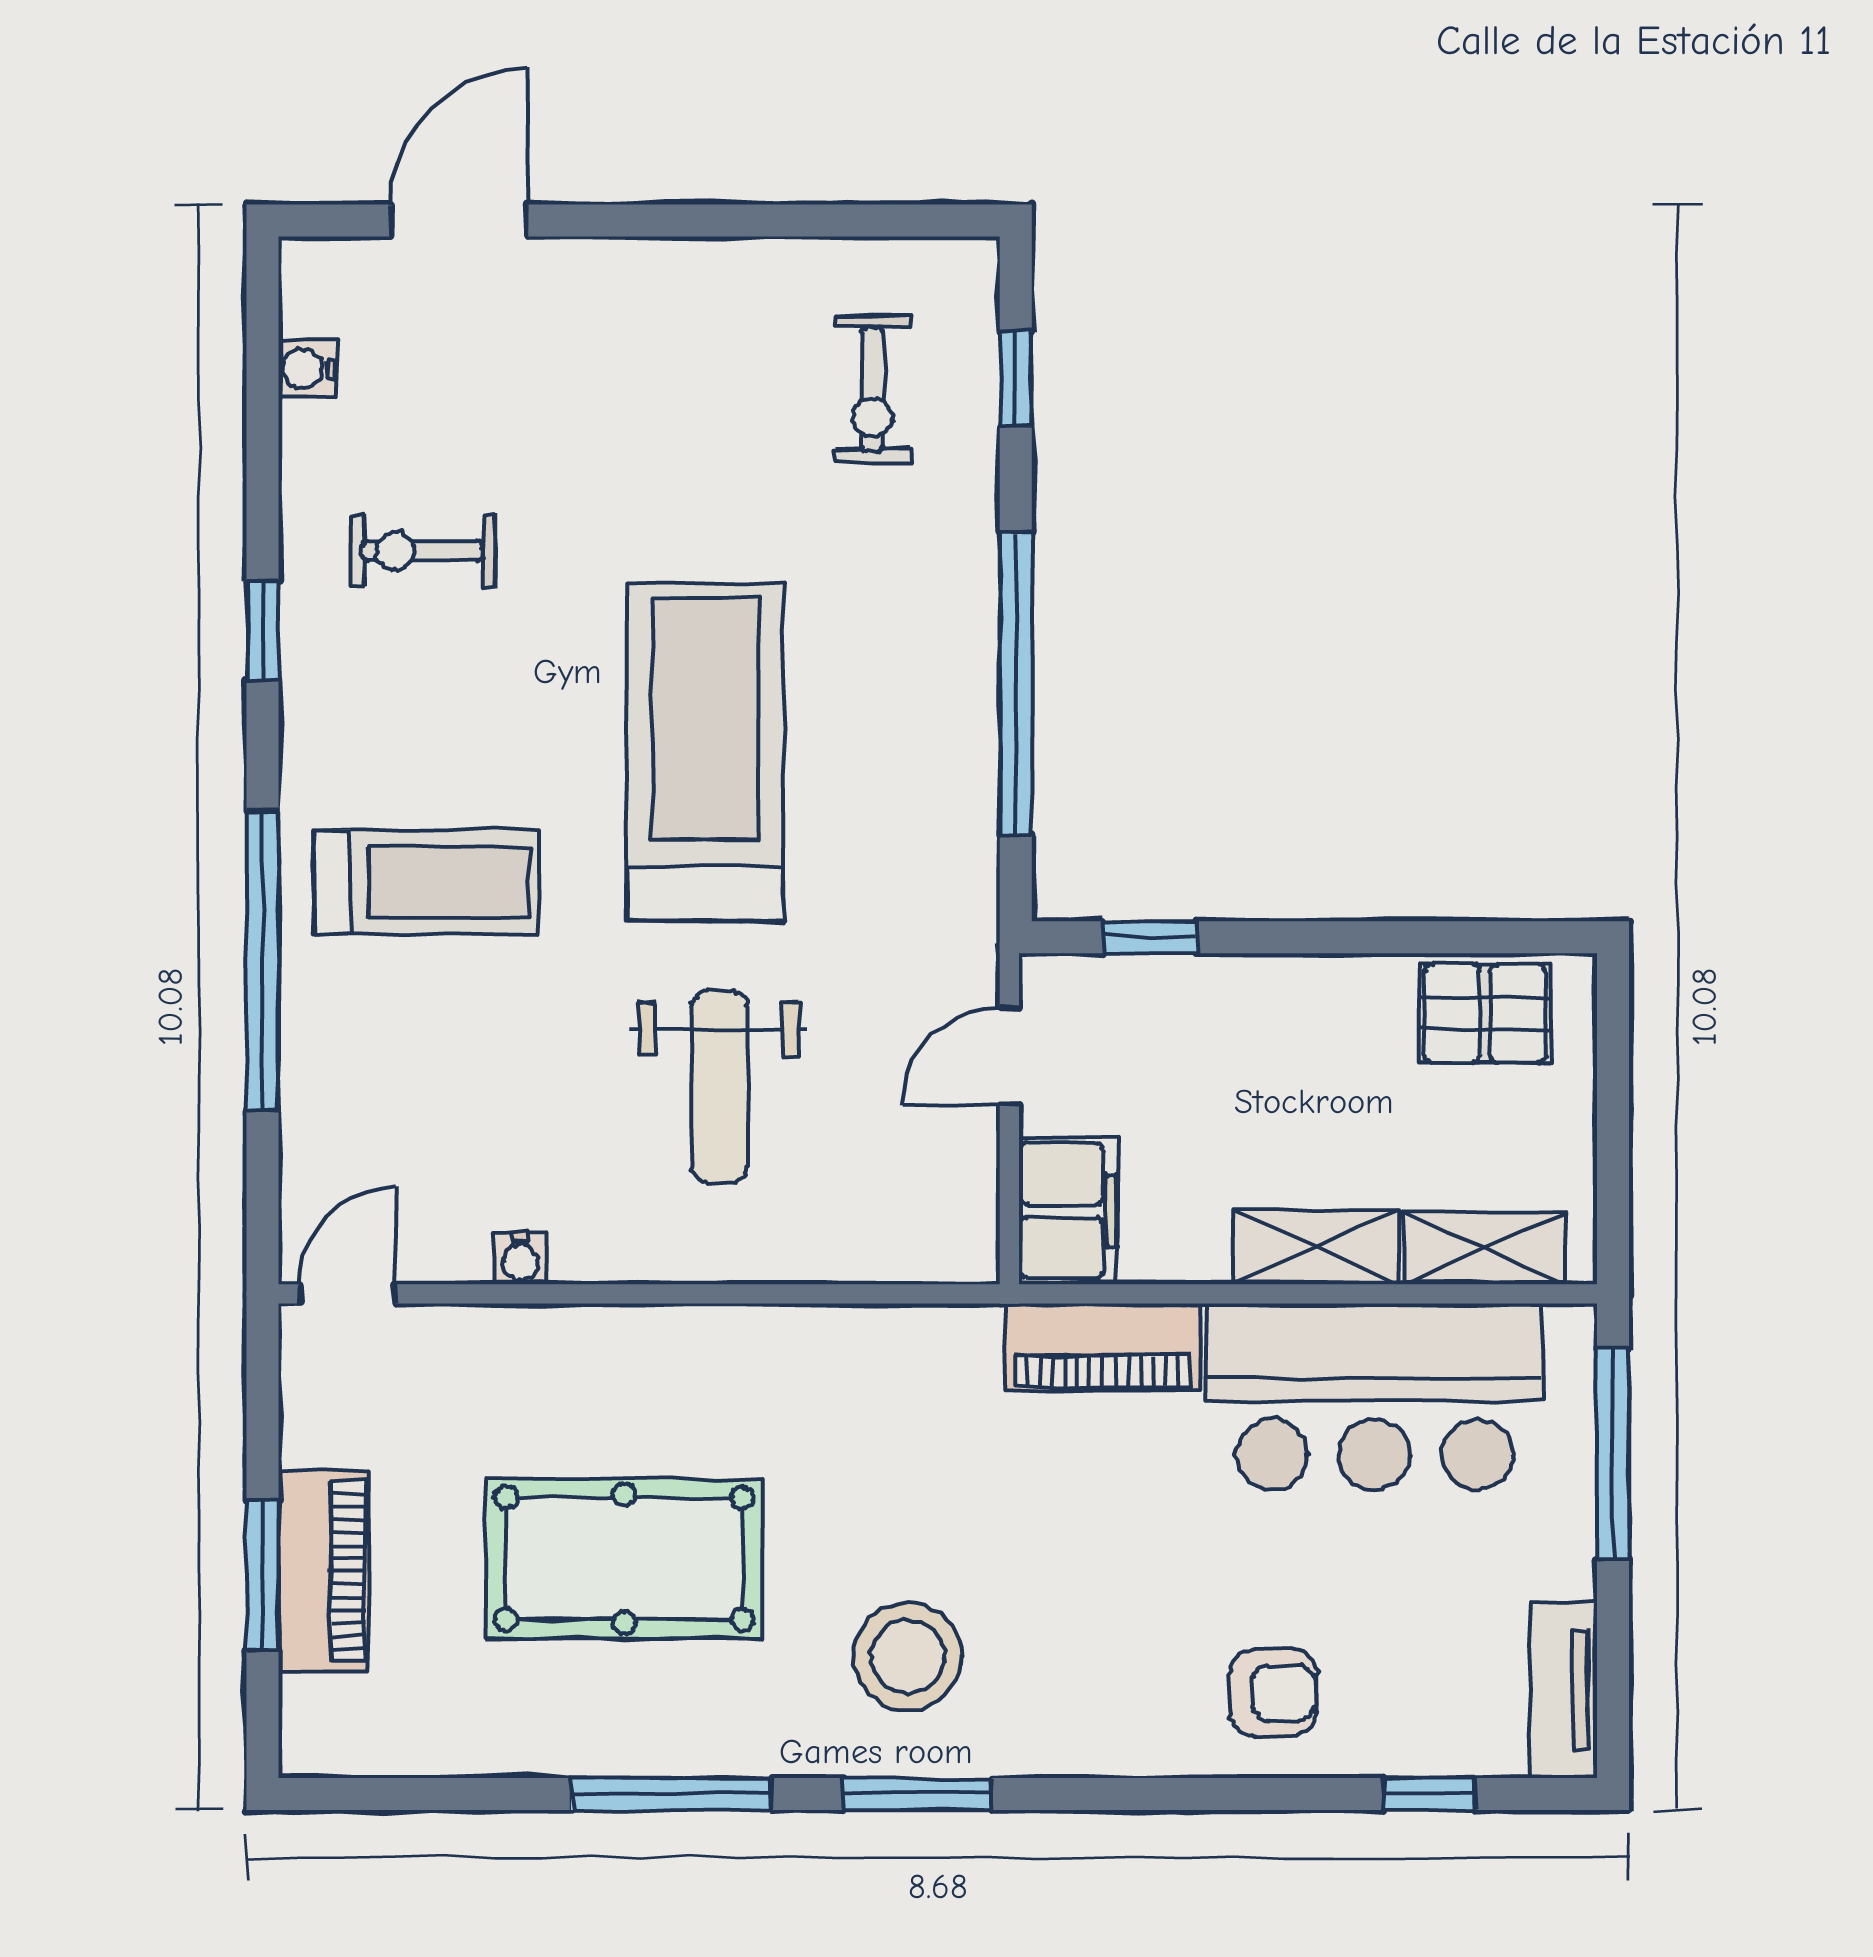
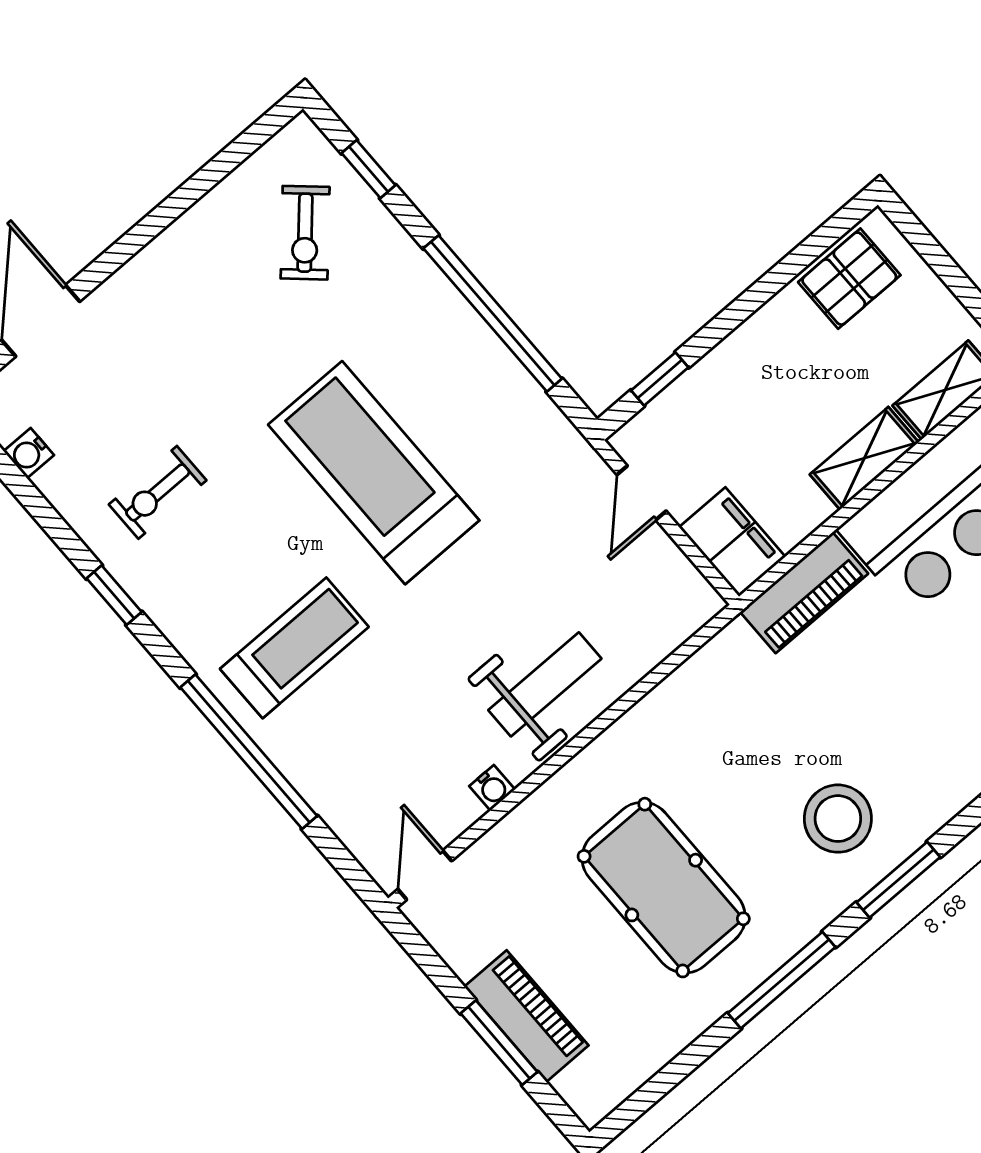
exercise bike: (873, 390) -> (305, 233), turned 42
weight bench: (719, 1087) -> (545, 684), moved, turned -90
pool table: (624, 1559) -> (664, 888), turned 90

